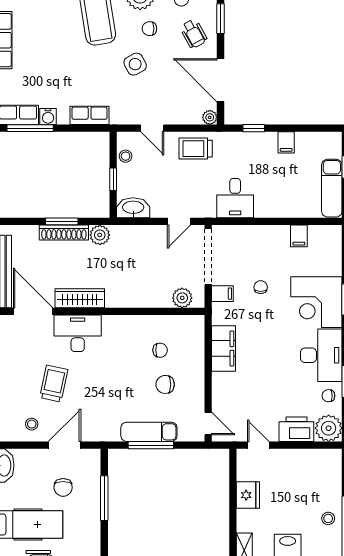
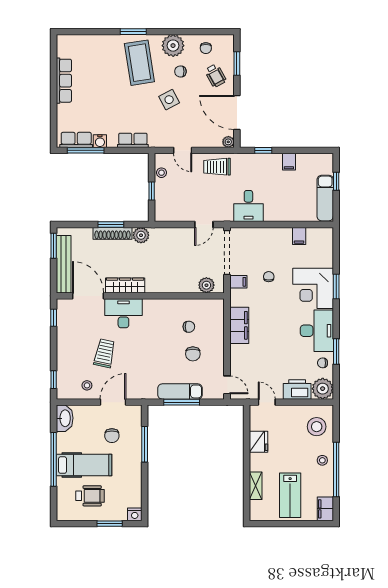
washbasin: (133, 208) -> (167, 214), removed
chair: (165, 384) -> (193, 354), turned -90
stool: (321, 476) -> (317, 427), added

